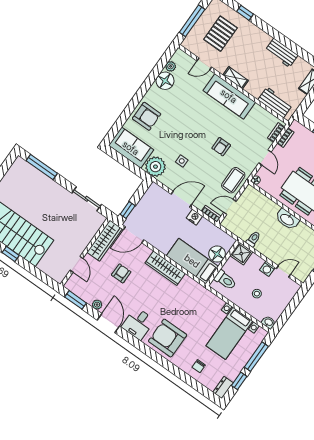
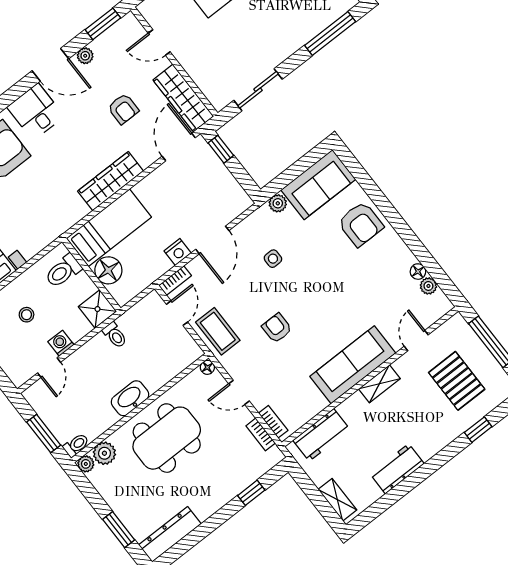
floor lamp: (165, 81) -> (418, 272), width x0.53, depth x0.53
armchair: (147, 116) -> (361, 224), turned -90
plant: (155, 167) -> (278, 203), width x0.53, depth x0.53

